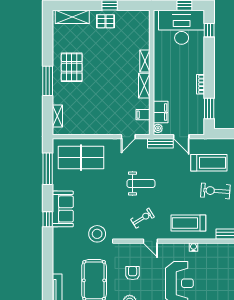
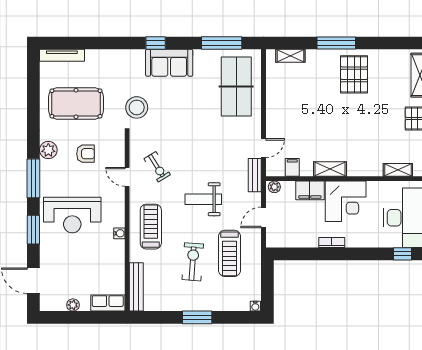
shelving: (145, 61) -> (398, 170), moved
pallet: (72, 67) -> (354, 74), turned 90
corner desk: (169, 74) -> (346, 201), added
window: (209, 109) -> (300, 254), removed
filing cabinet: (161, 112) -> (310, 190), moved
door: (128, 137) -> (264, 148), swing flipped
bench: (160, 143) -> (255, 175), moved
weight bench: (141, 184) -> (203, 199), moved, turned 90
door: (150, 241) -> (127, 177), hinge flipped

